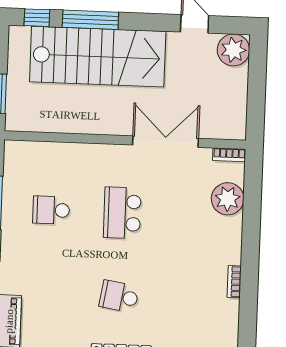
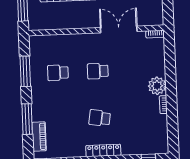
plant: (228, 199) -> (157, 86), moved
school desk: (122, 213) -> (98, 71), width x0.54

